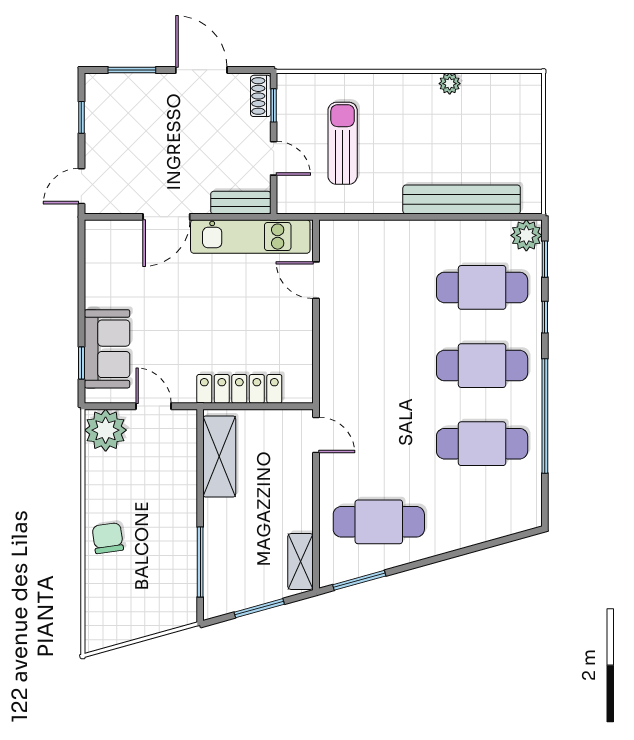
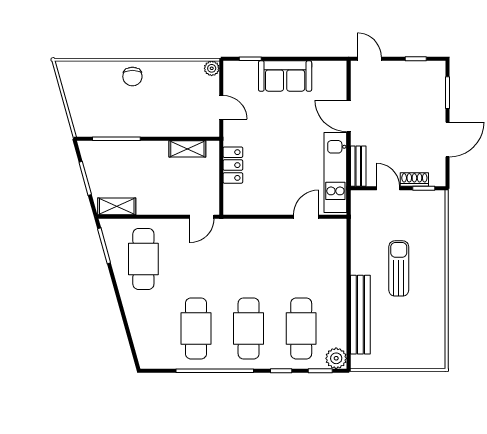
plant: (450, 84) -> (438, 307), removed
shoe rack: (261, 96) -> (414, 179), moved
sun lounger: (343, 143) -> (399, 268), moved, turned -90
door: (274, 158) -> (388, 188), swing flipped
sofa: (107, 349) -> (285, 76), moved
locker: (239, 389) -> (233, 165), width x0.66
door: (154, 406) -> (221, 107), hinge flipped
plant: (106, 430) -> (212, 68), width x0.53, depth x0.53
shelving: (219, 457) -> (187, 149), width x0.67, depth x0.75
chair: (108, 538) -> (132, 77), turned 98

